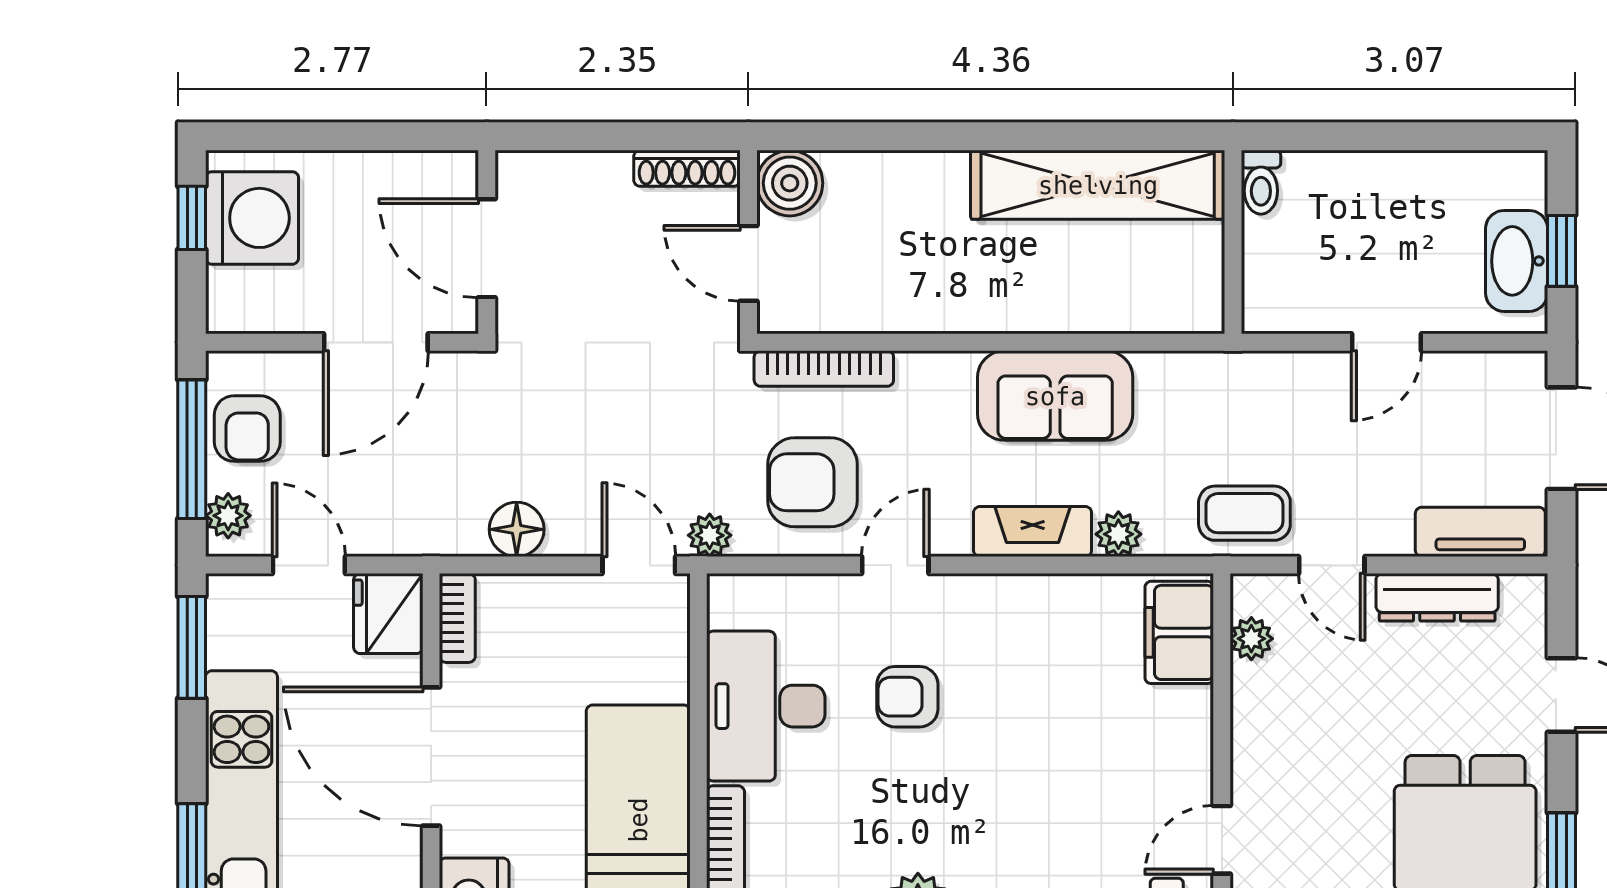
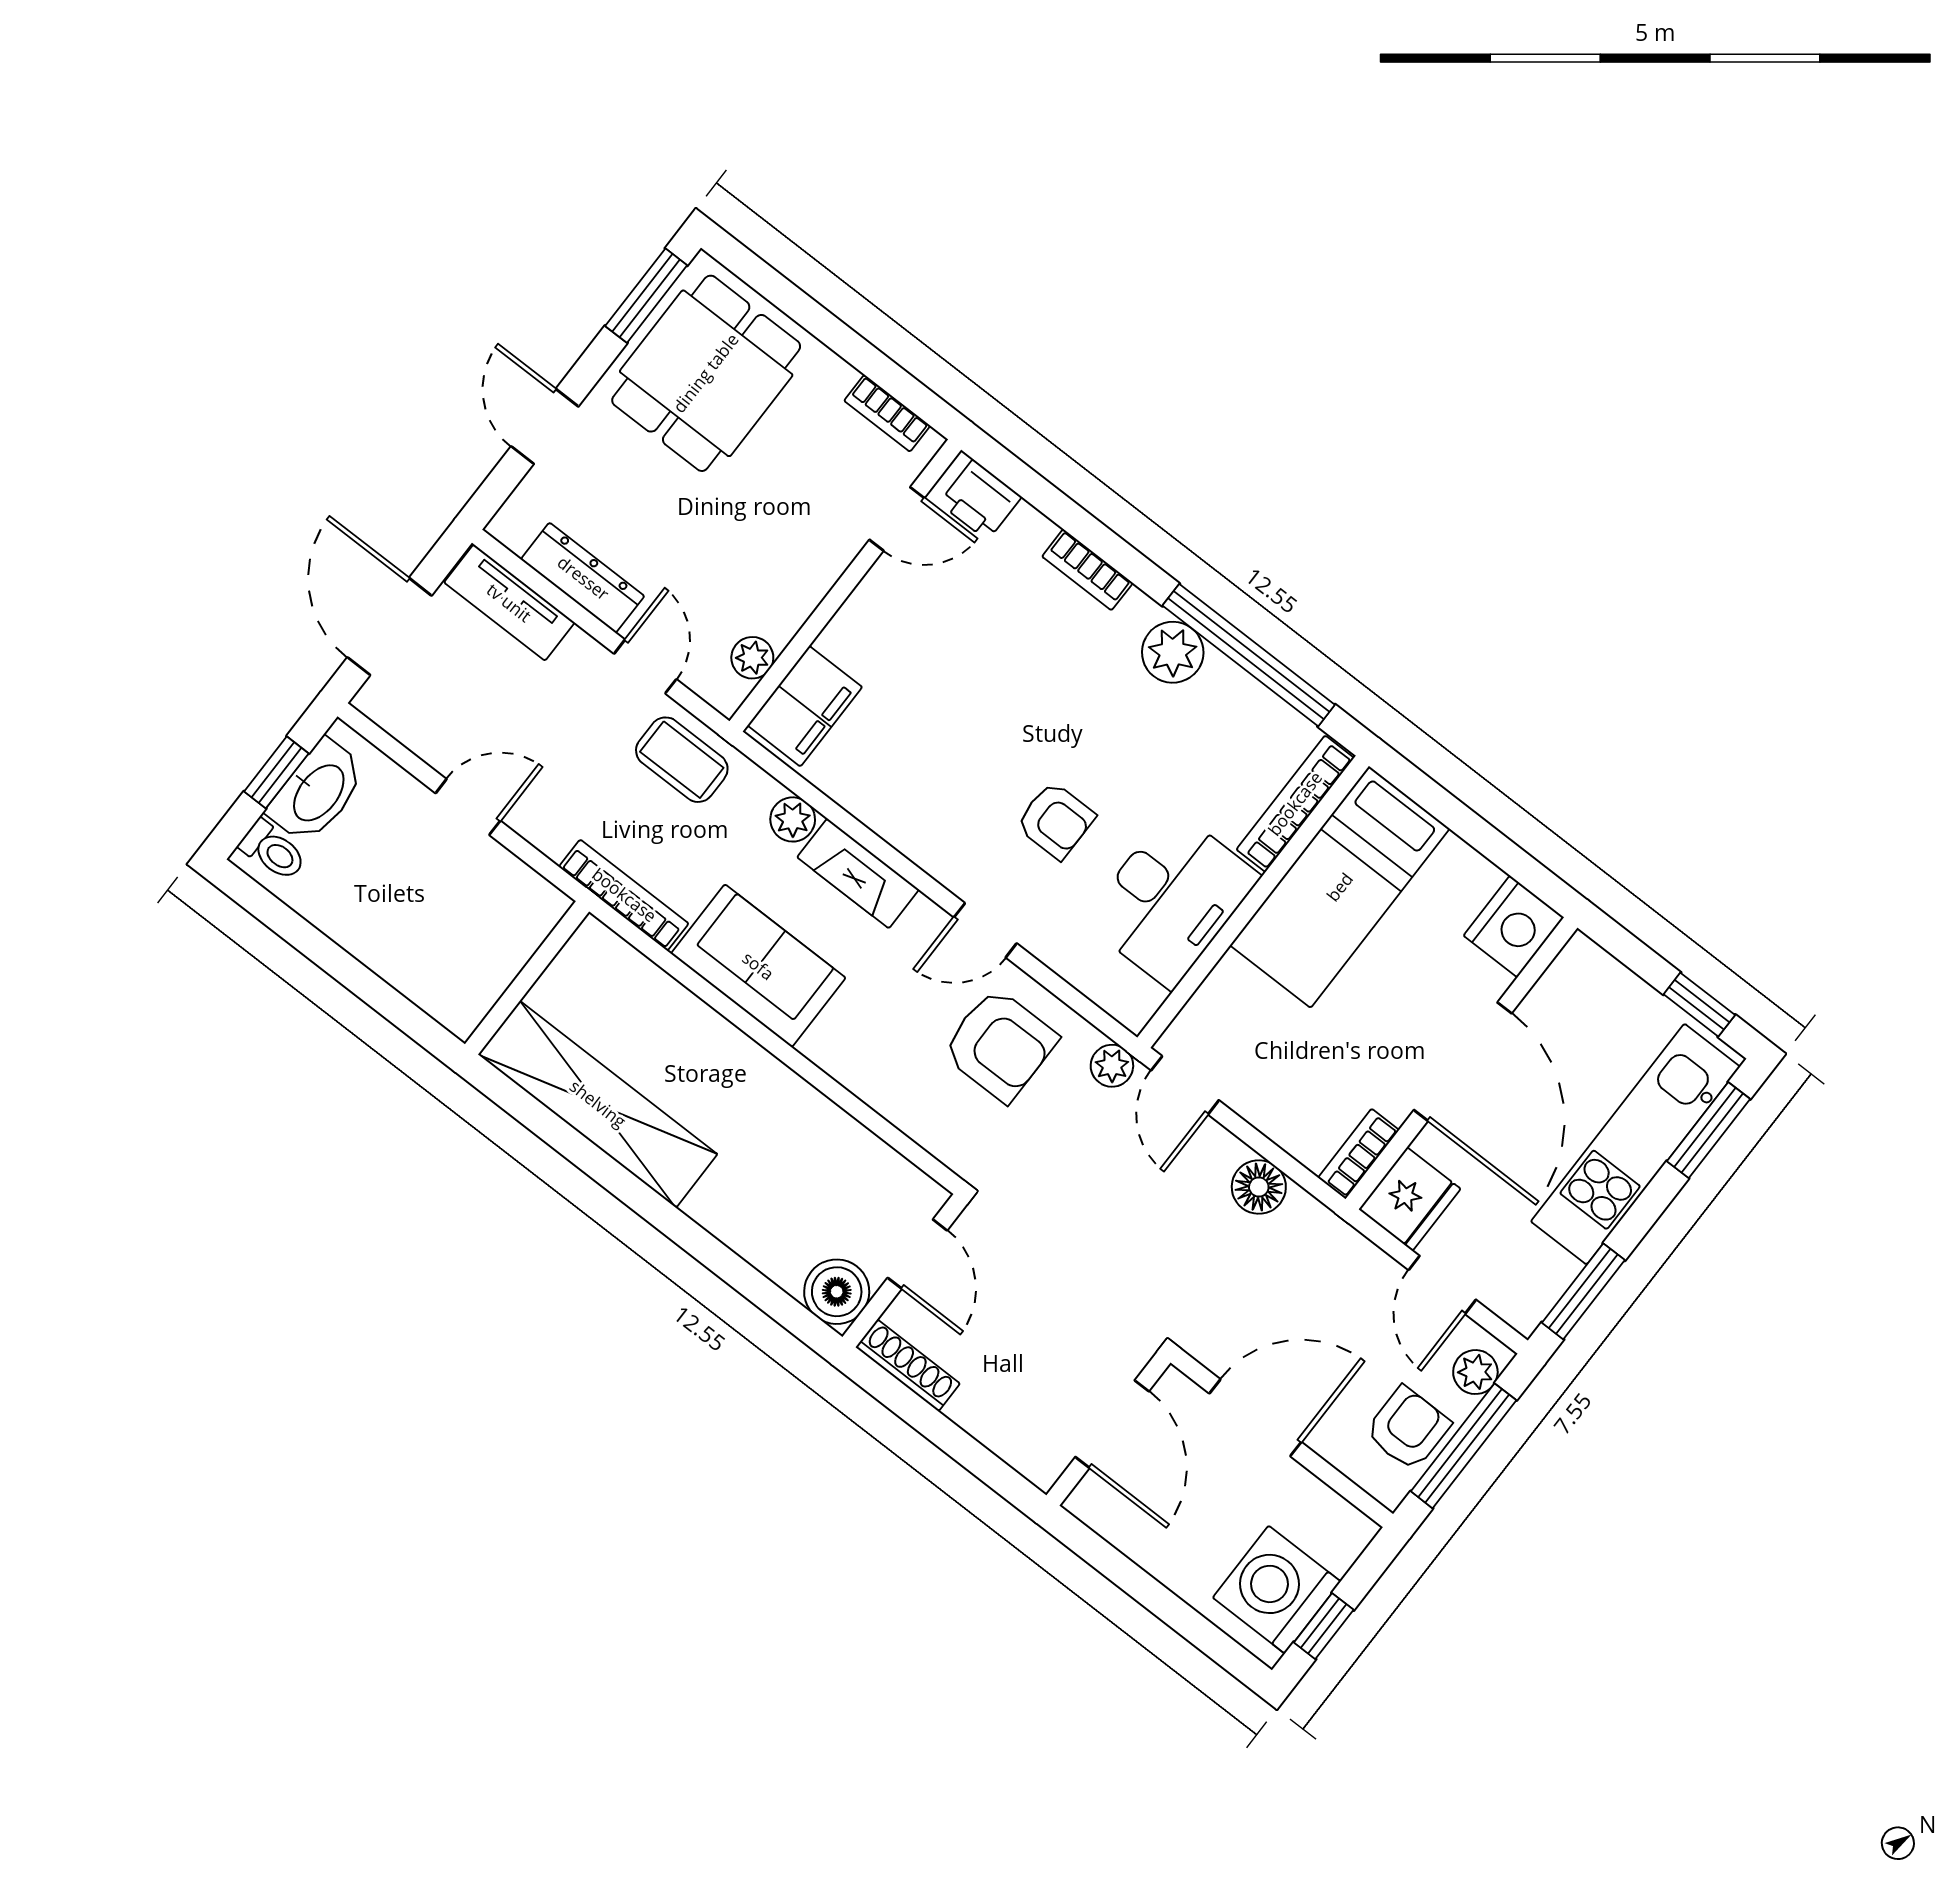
toilet: (1261, 182) -> (273, 851), moved, turned 90
bookcase: (824, 369) -> (624, 895), moved

